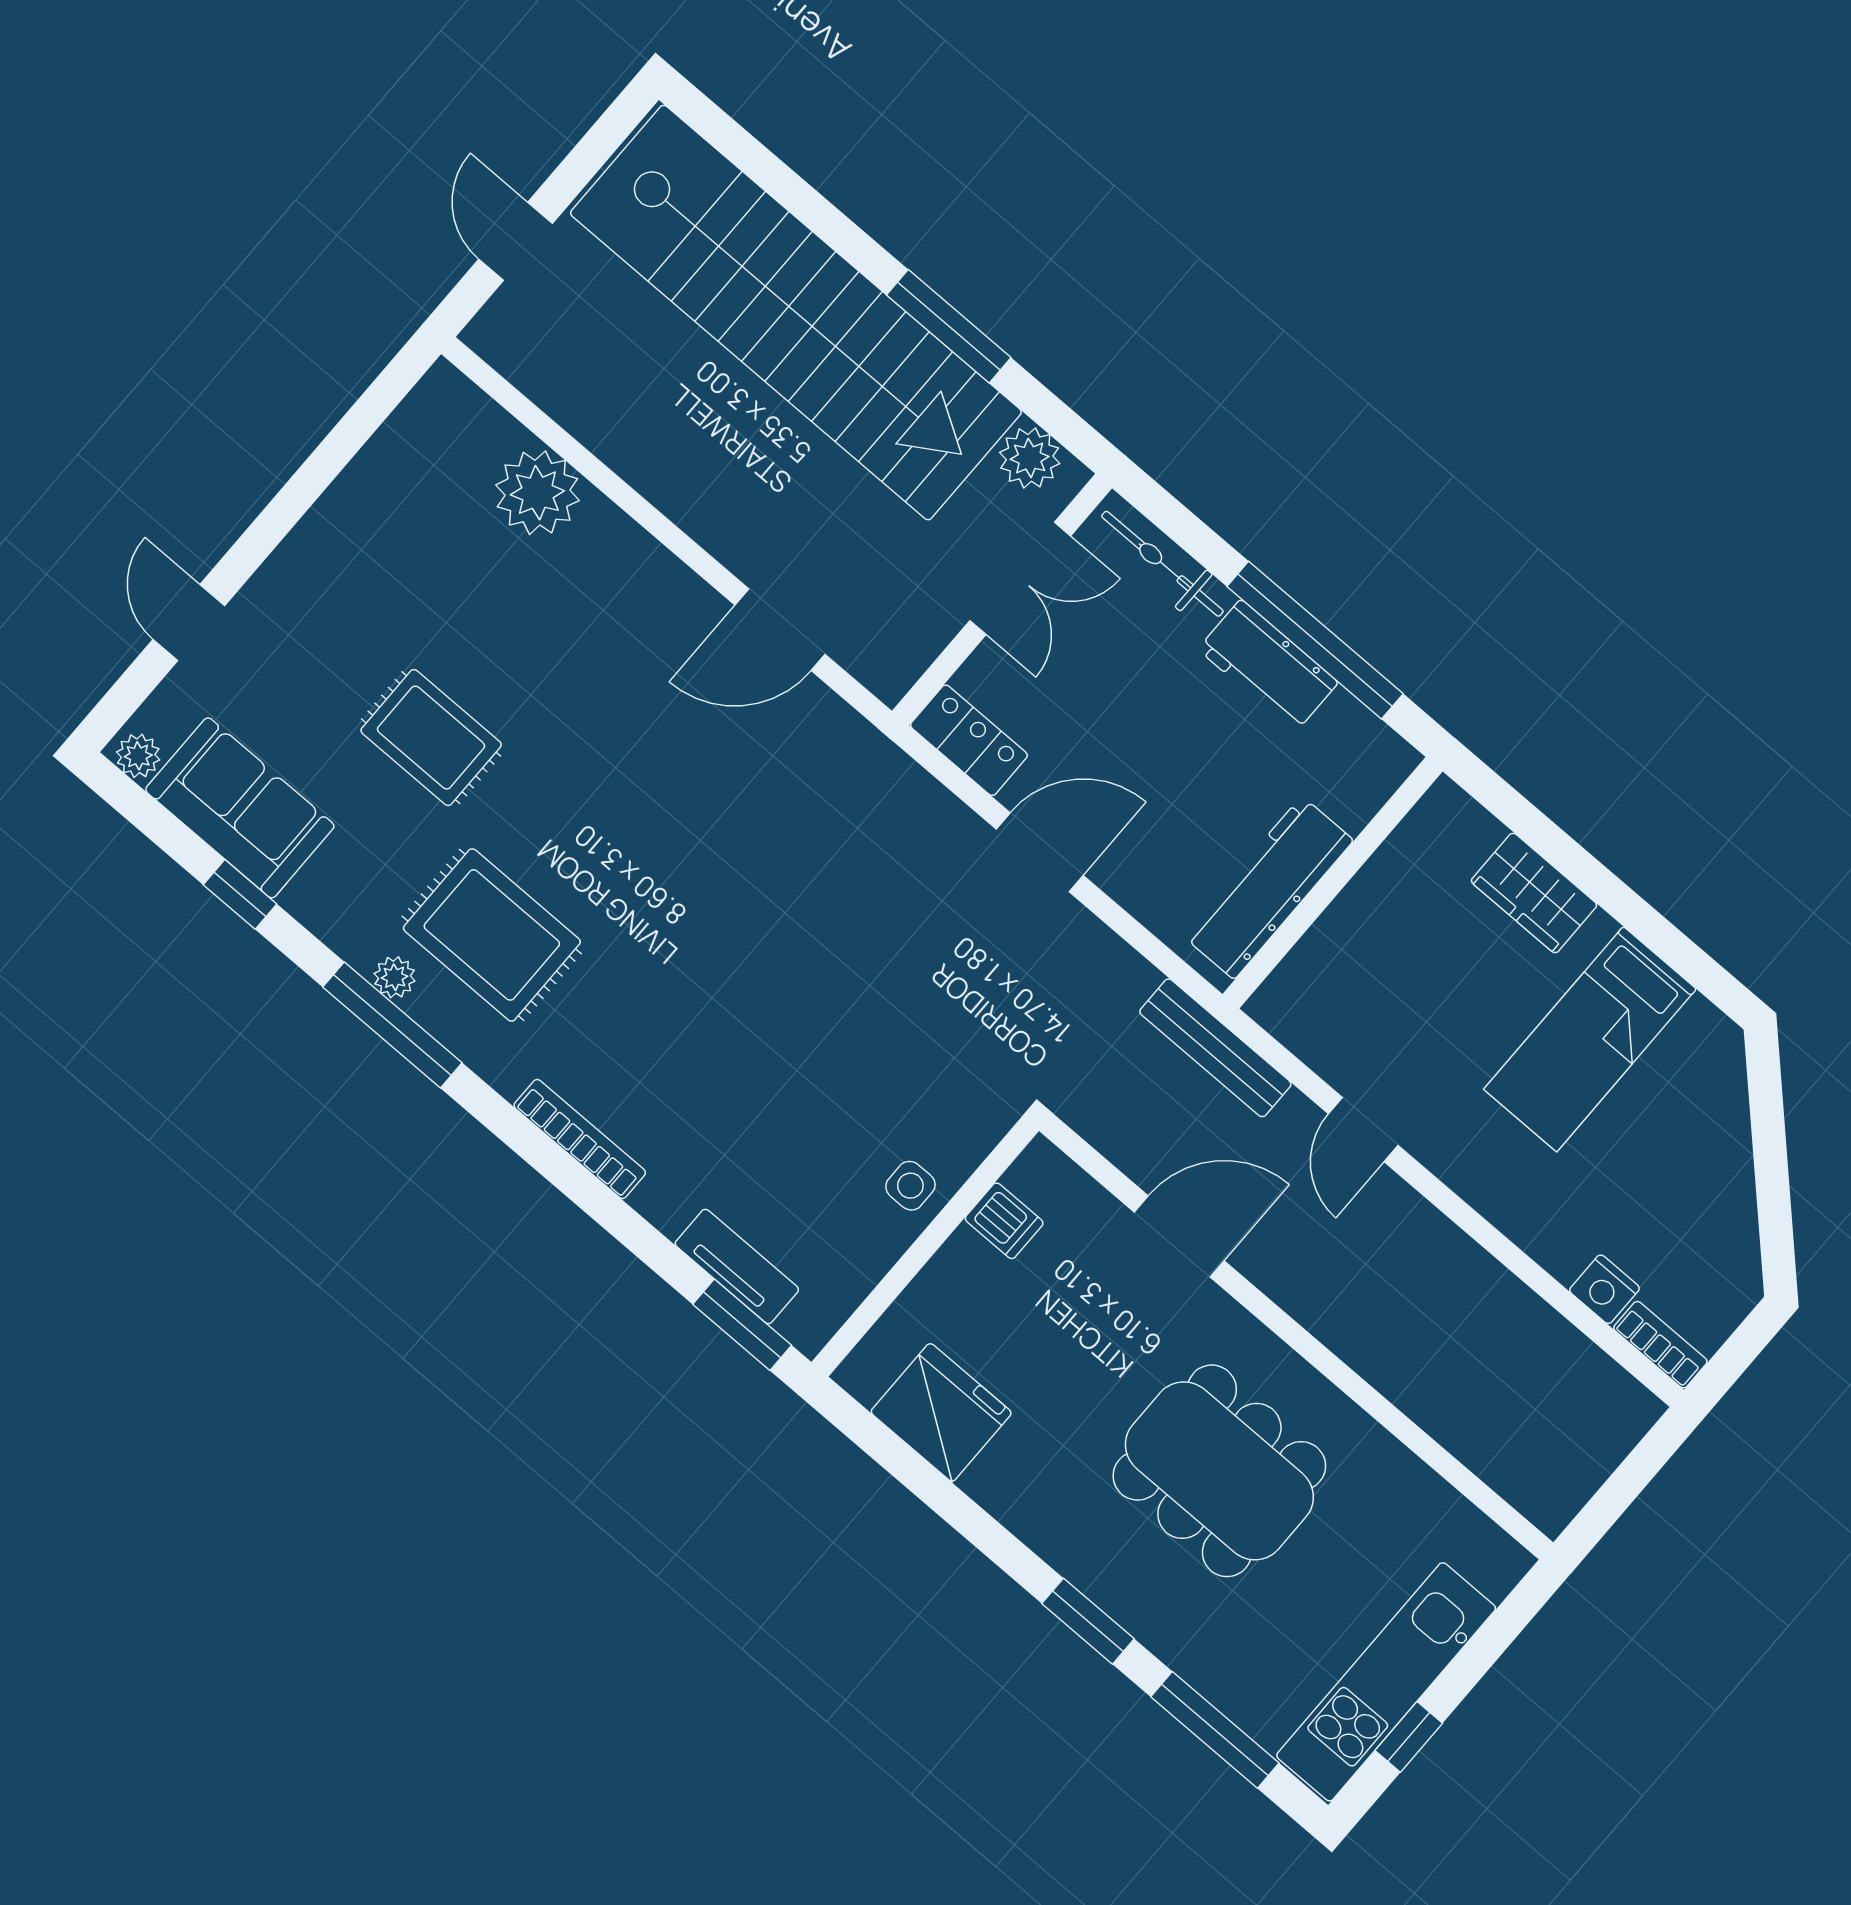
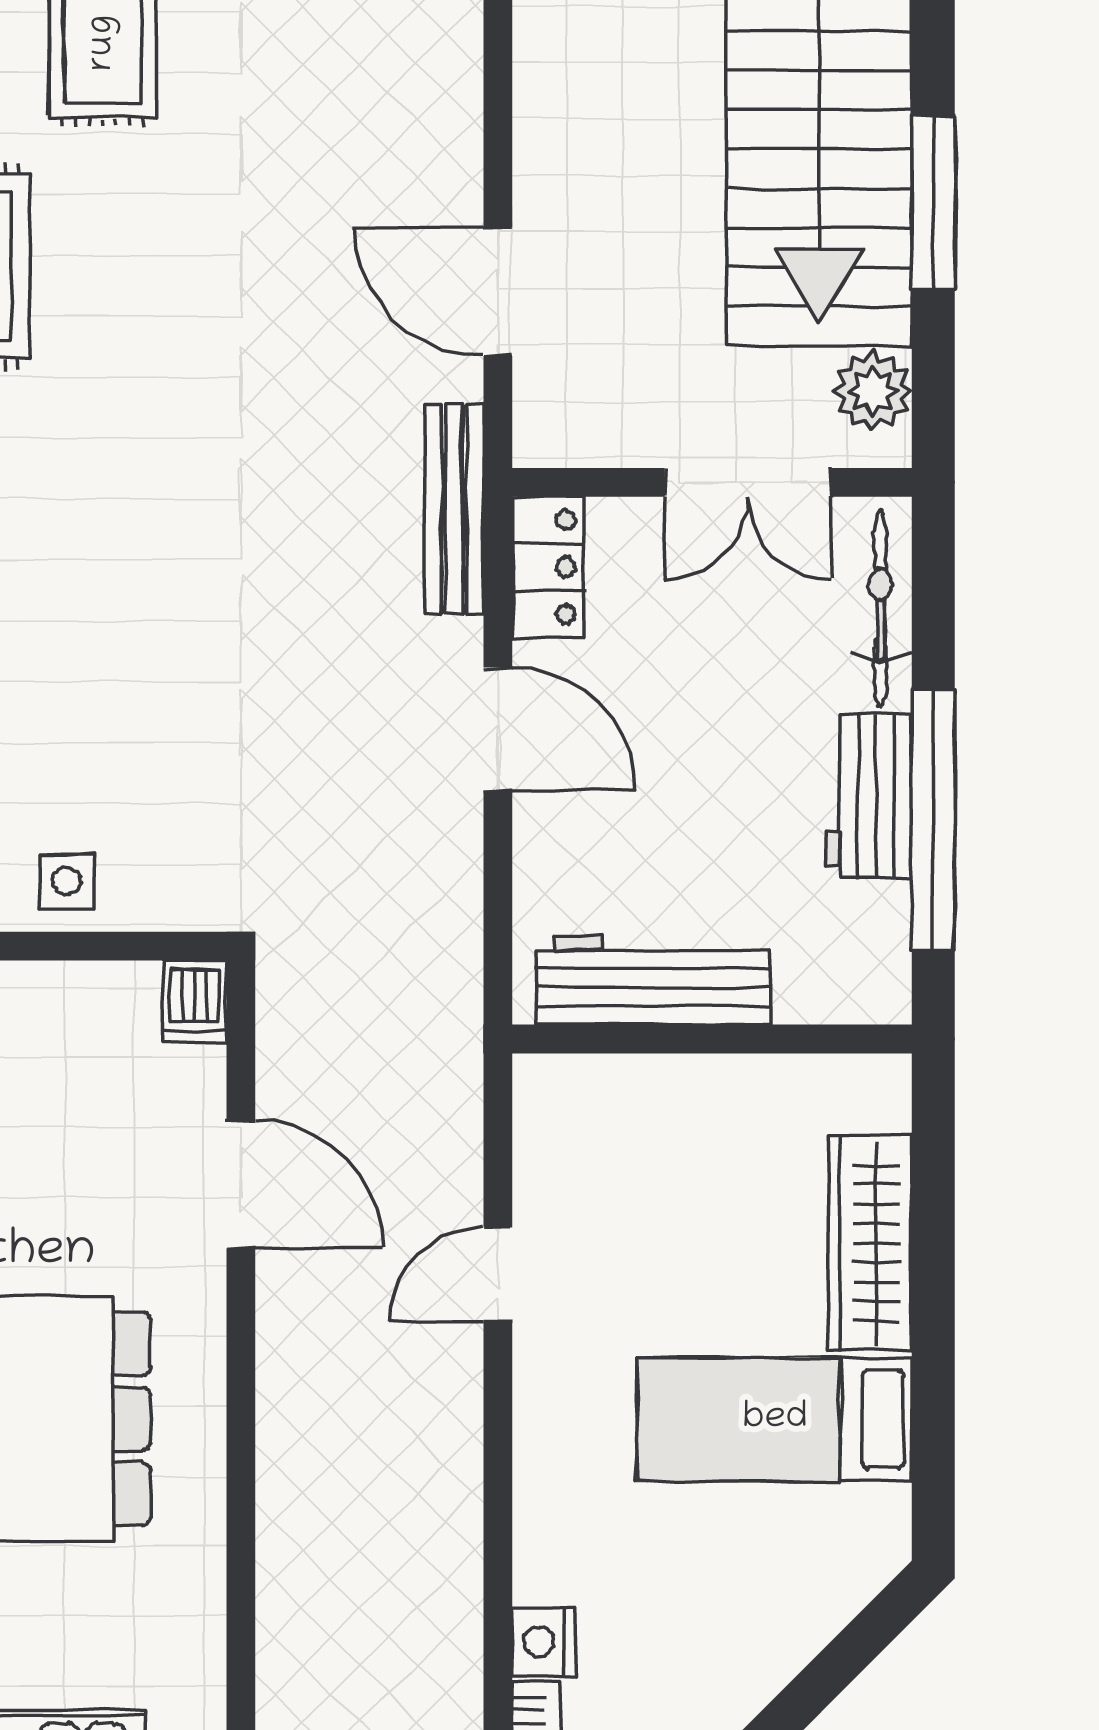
wardrobe: (1534, 893) -> (870, 1243), width x1.50
bench: (1215, 1048) -> (454, 509), moved
dishwasher: (1004, 1221) -> (195, 1001), moved

